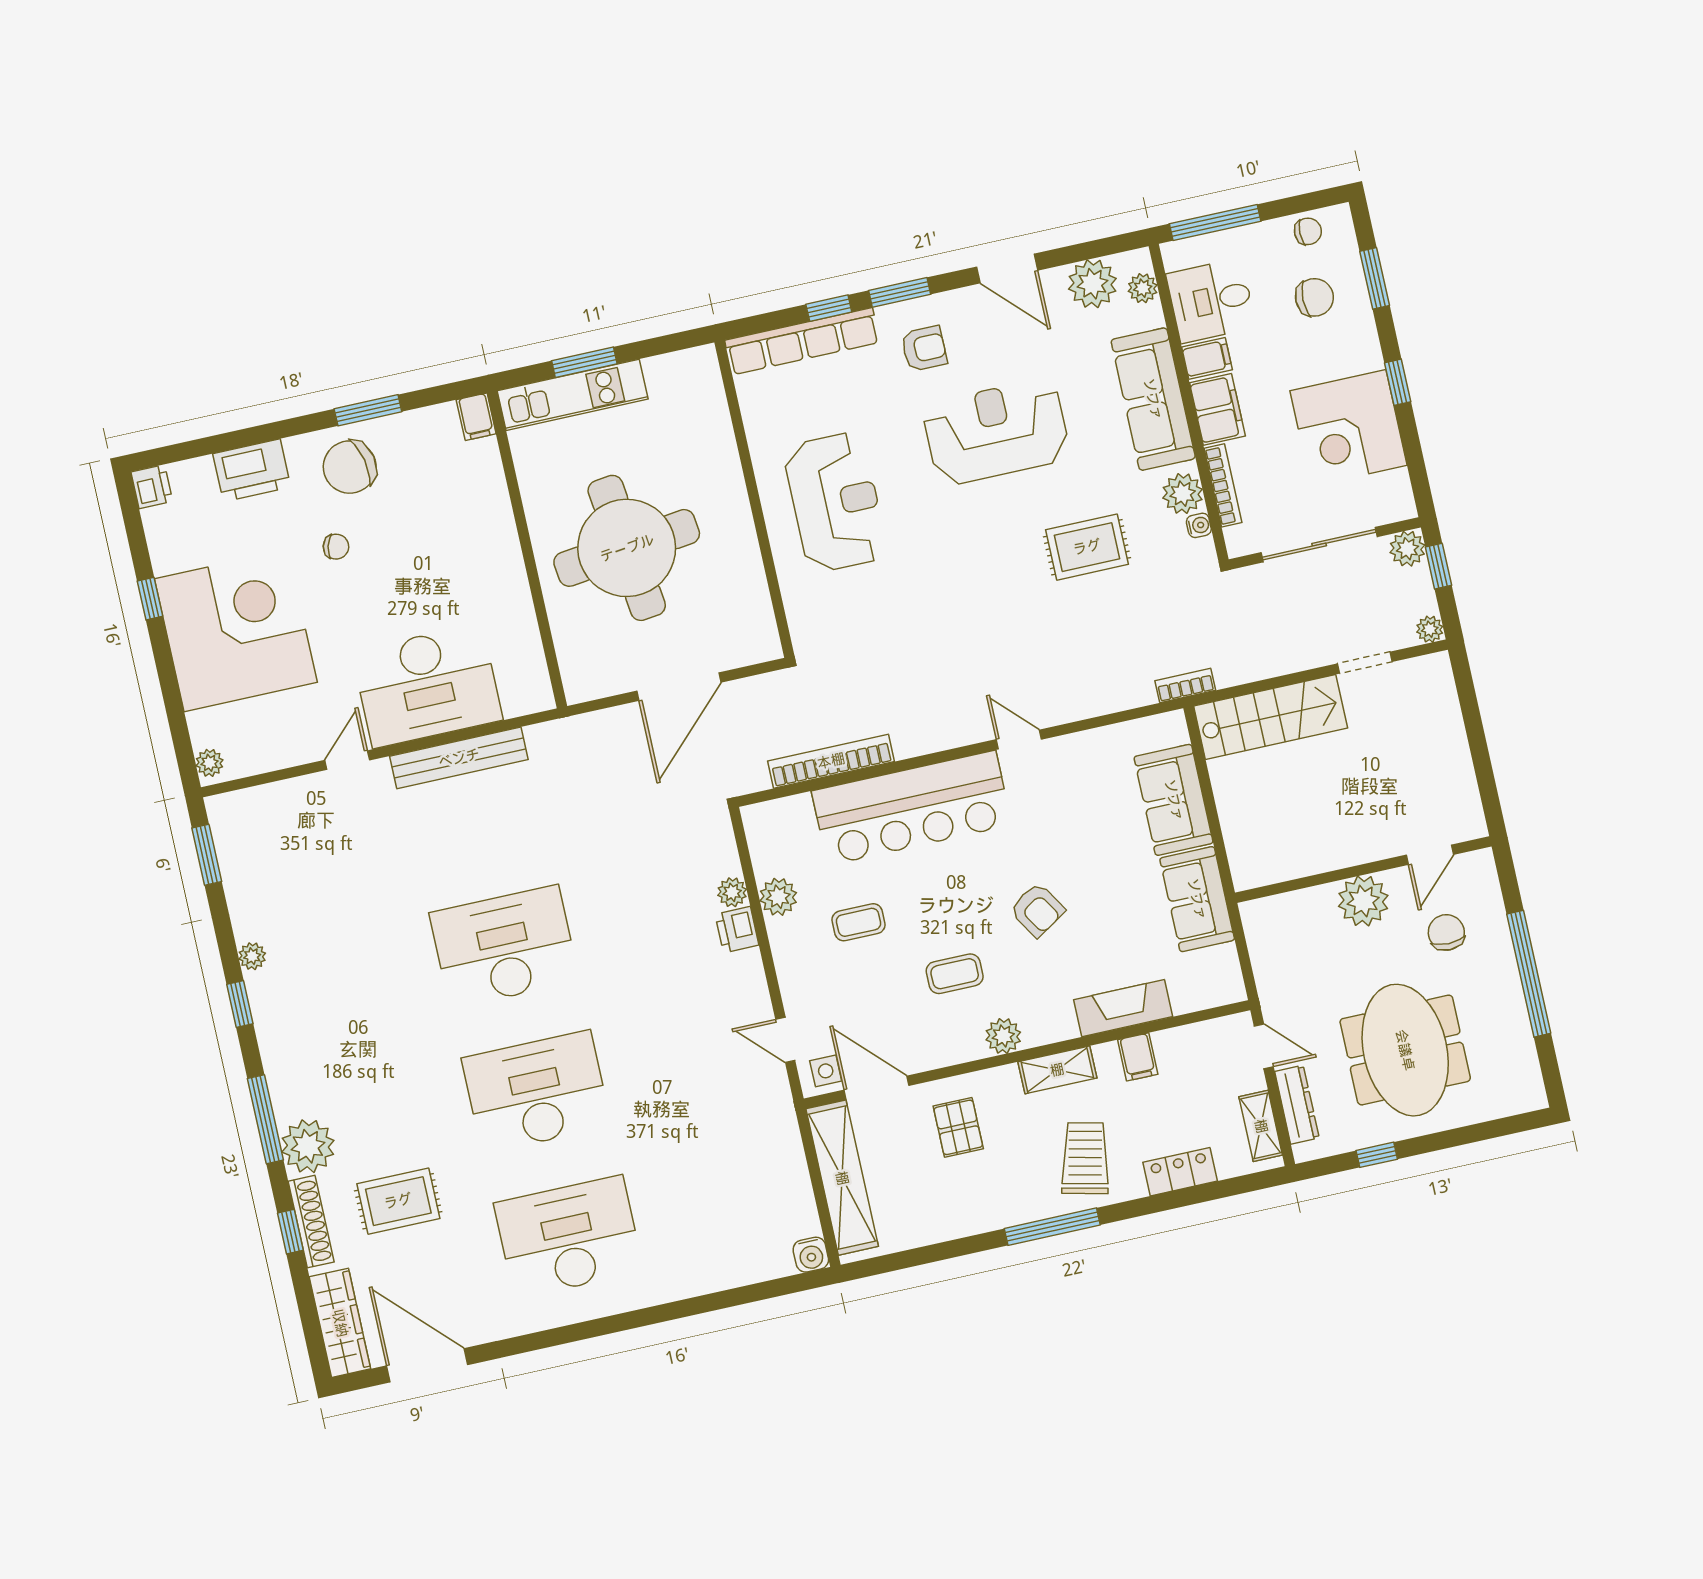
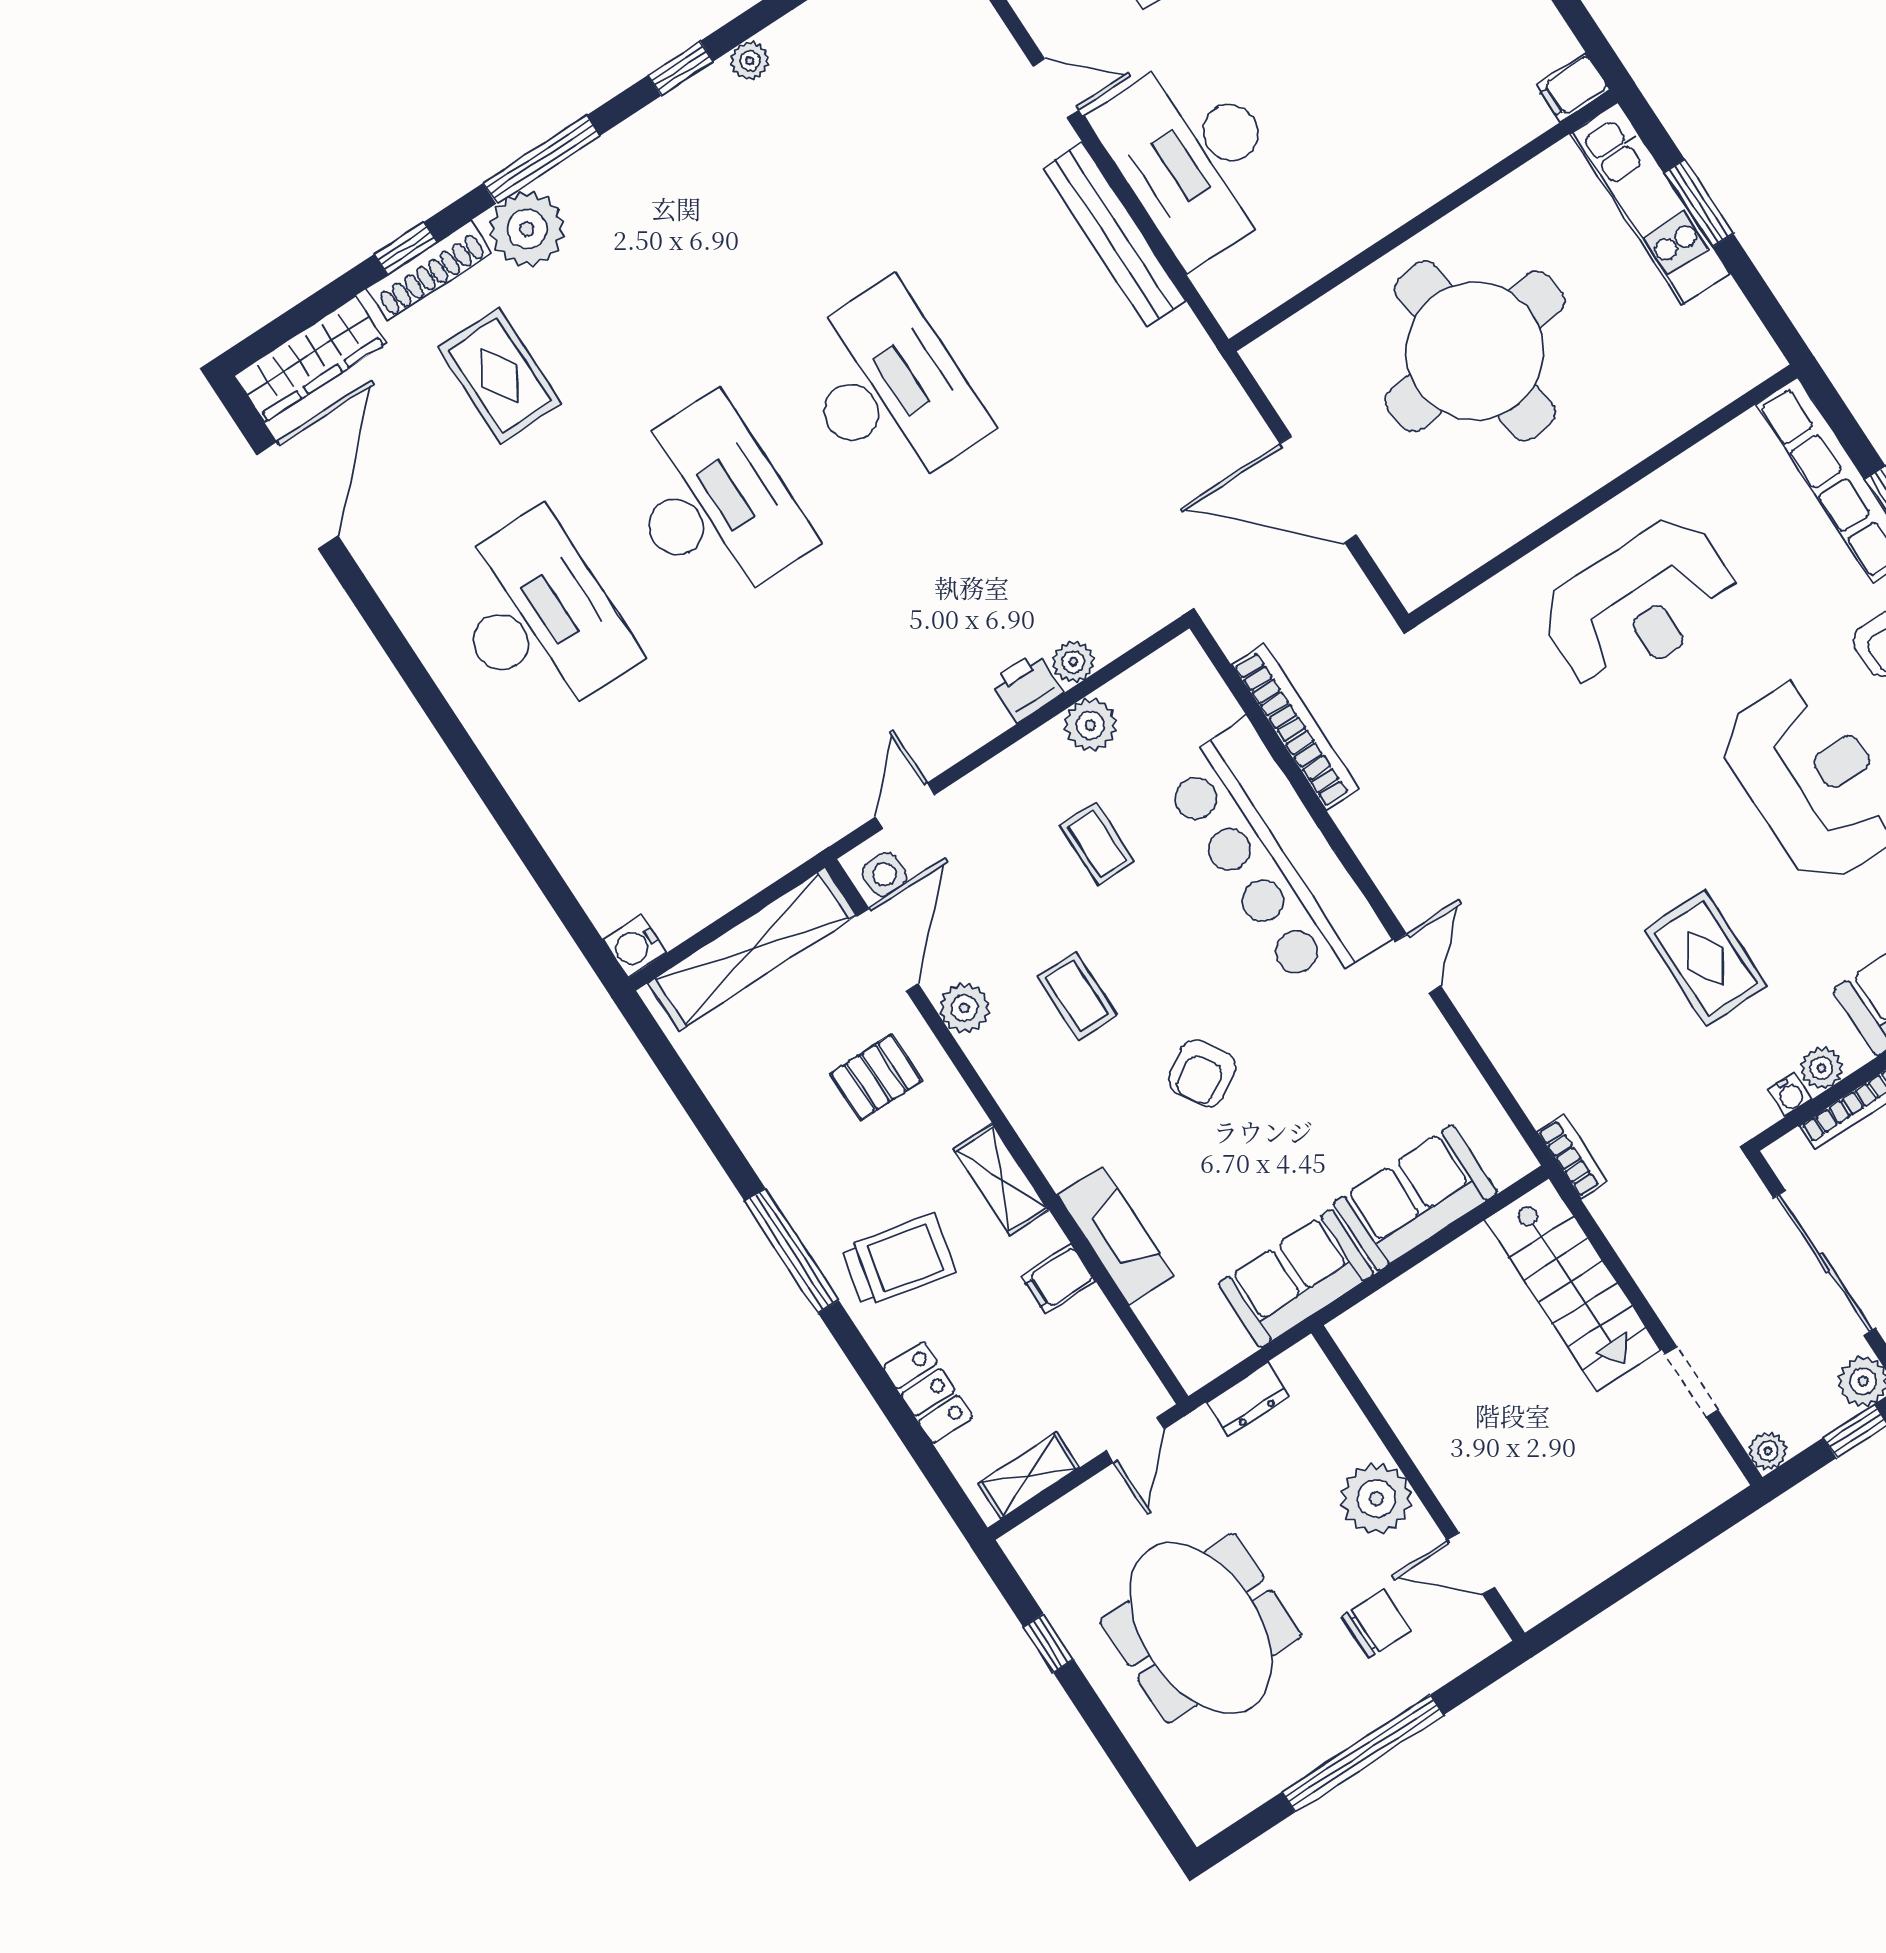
plant: (1183, 494) -> (1821, 1068), width x0.73, depth x0.73
plant: (1003, 1036) -> (964, 1008), moved
meeting table: (1405, 1050) -> (1201, 1628), turned 90
dresser: (1297, 1105) -> (1248, 1399), moved, width x0.70

